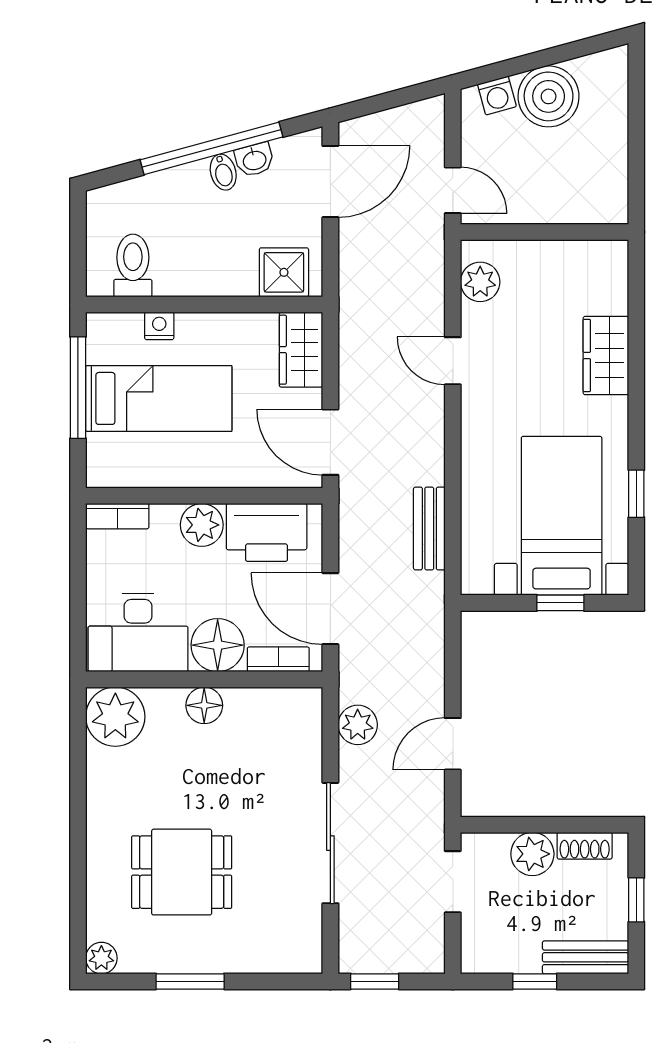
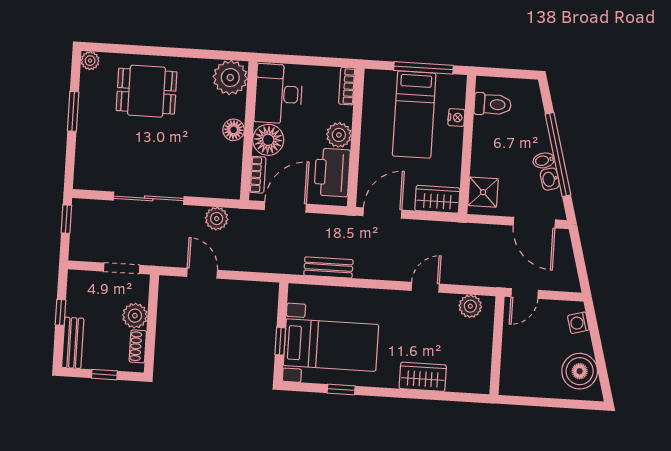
boiler: (549, 96) -> (580, 371), moved
dining table: (182, 872) -> (147, 91), moved, turned 90

